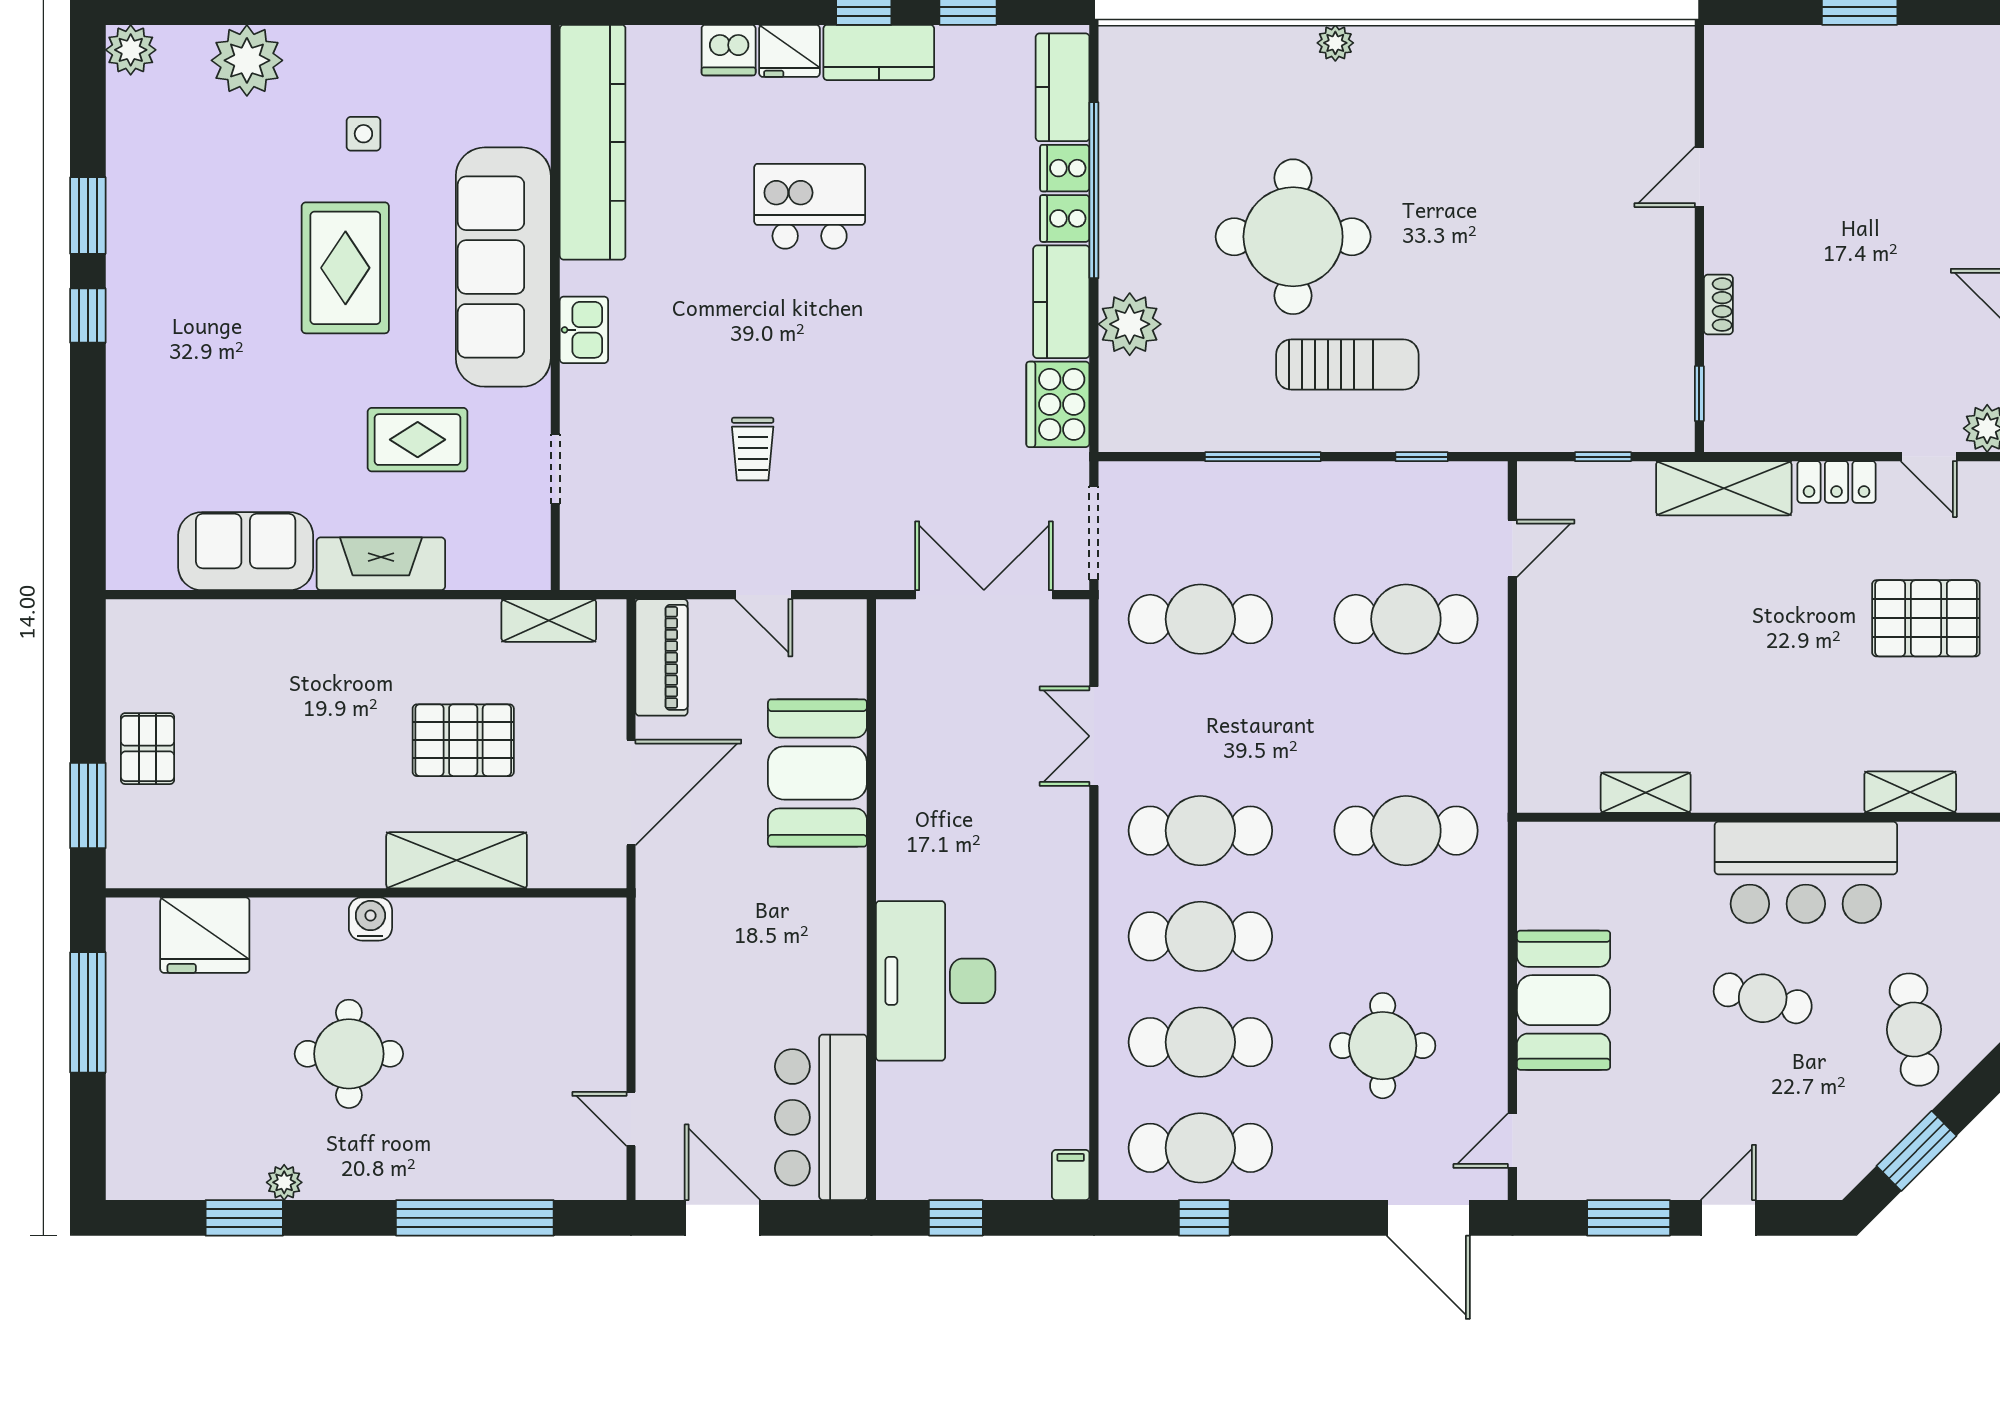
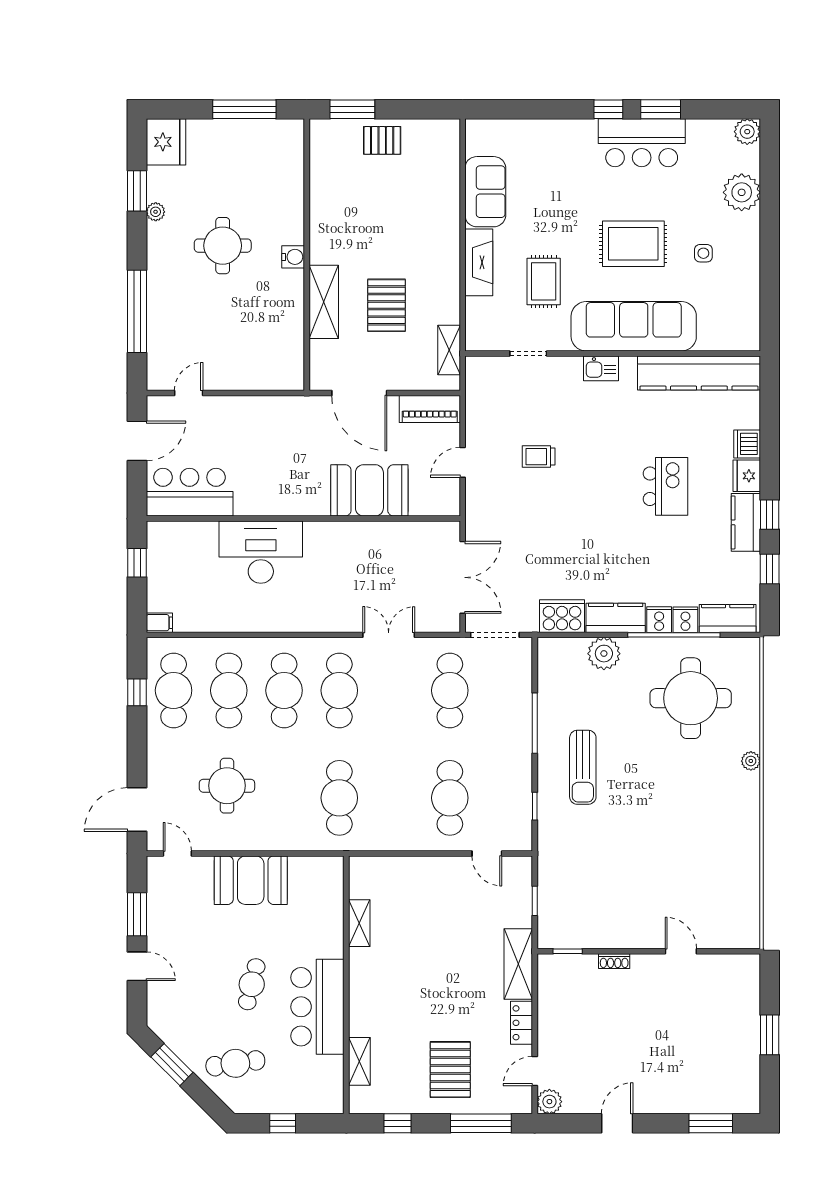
round table: (1293, 237) -> (691, 698), moved
bar counter: (152, 252) -> (642, 143), added
fridge: (205, 935) -> (166, 142), moved, turned 180

